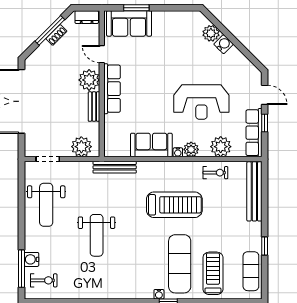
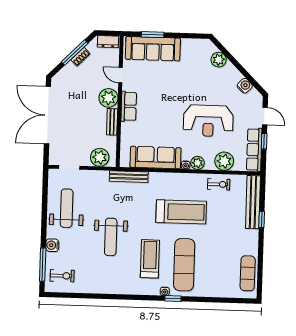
sofa: (129, 23) -> (153, 49), width x1.36
water cooler: (224, 44) -> (245, 86), moved
row of seats: (112, 89) -> (129, 106), width x0.68
sofa: (151, 145) -> (156, 158), width x1.36
weight bench: (46, 205) -> (67, 208), turned 180
window: (265, 246) -> (262, 219), moved
water cooler: (31, 259) -> (52, 245), moved
treadmill: (213, 273) -> (150, 259), moved

